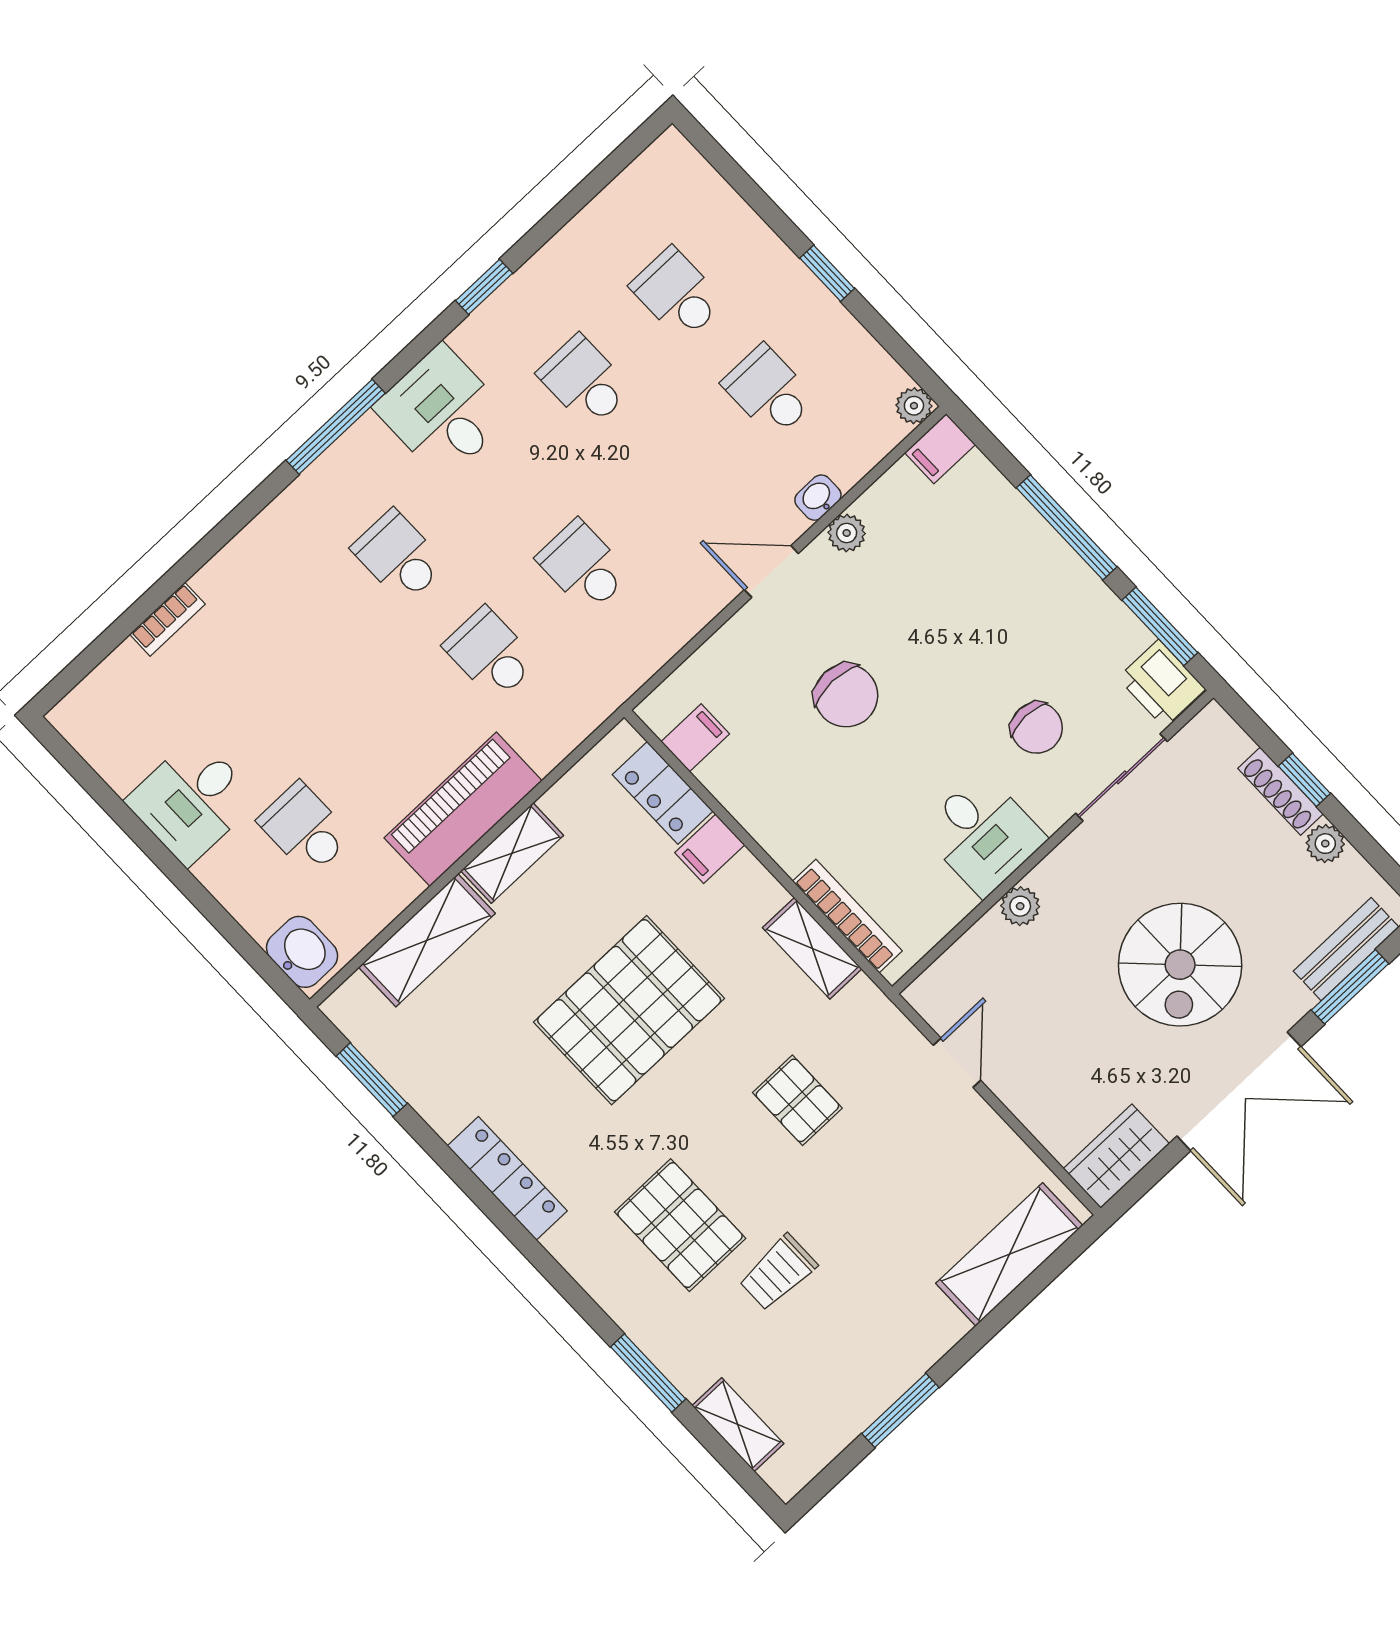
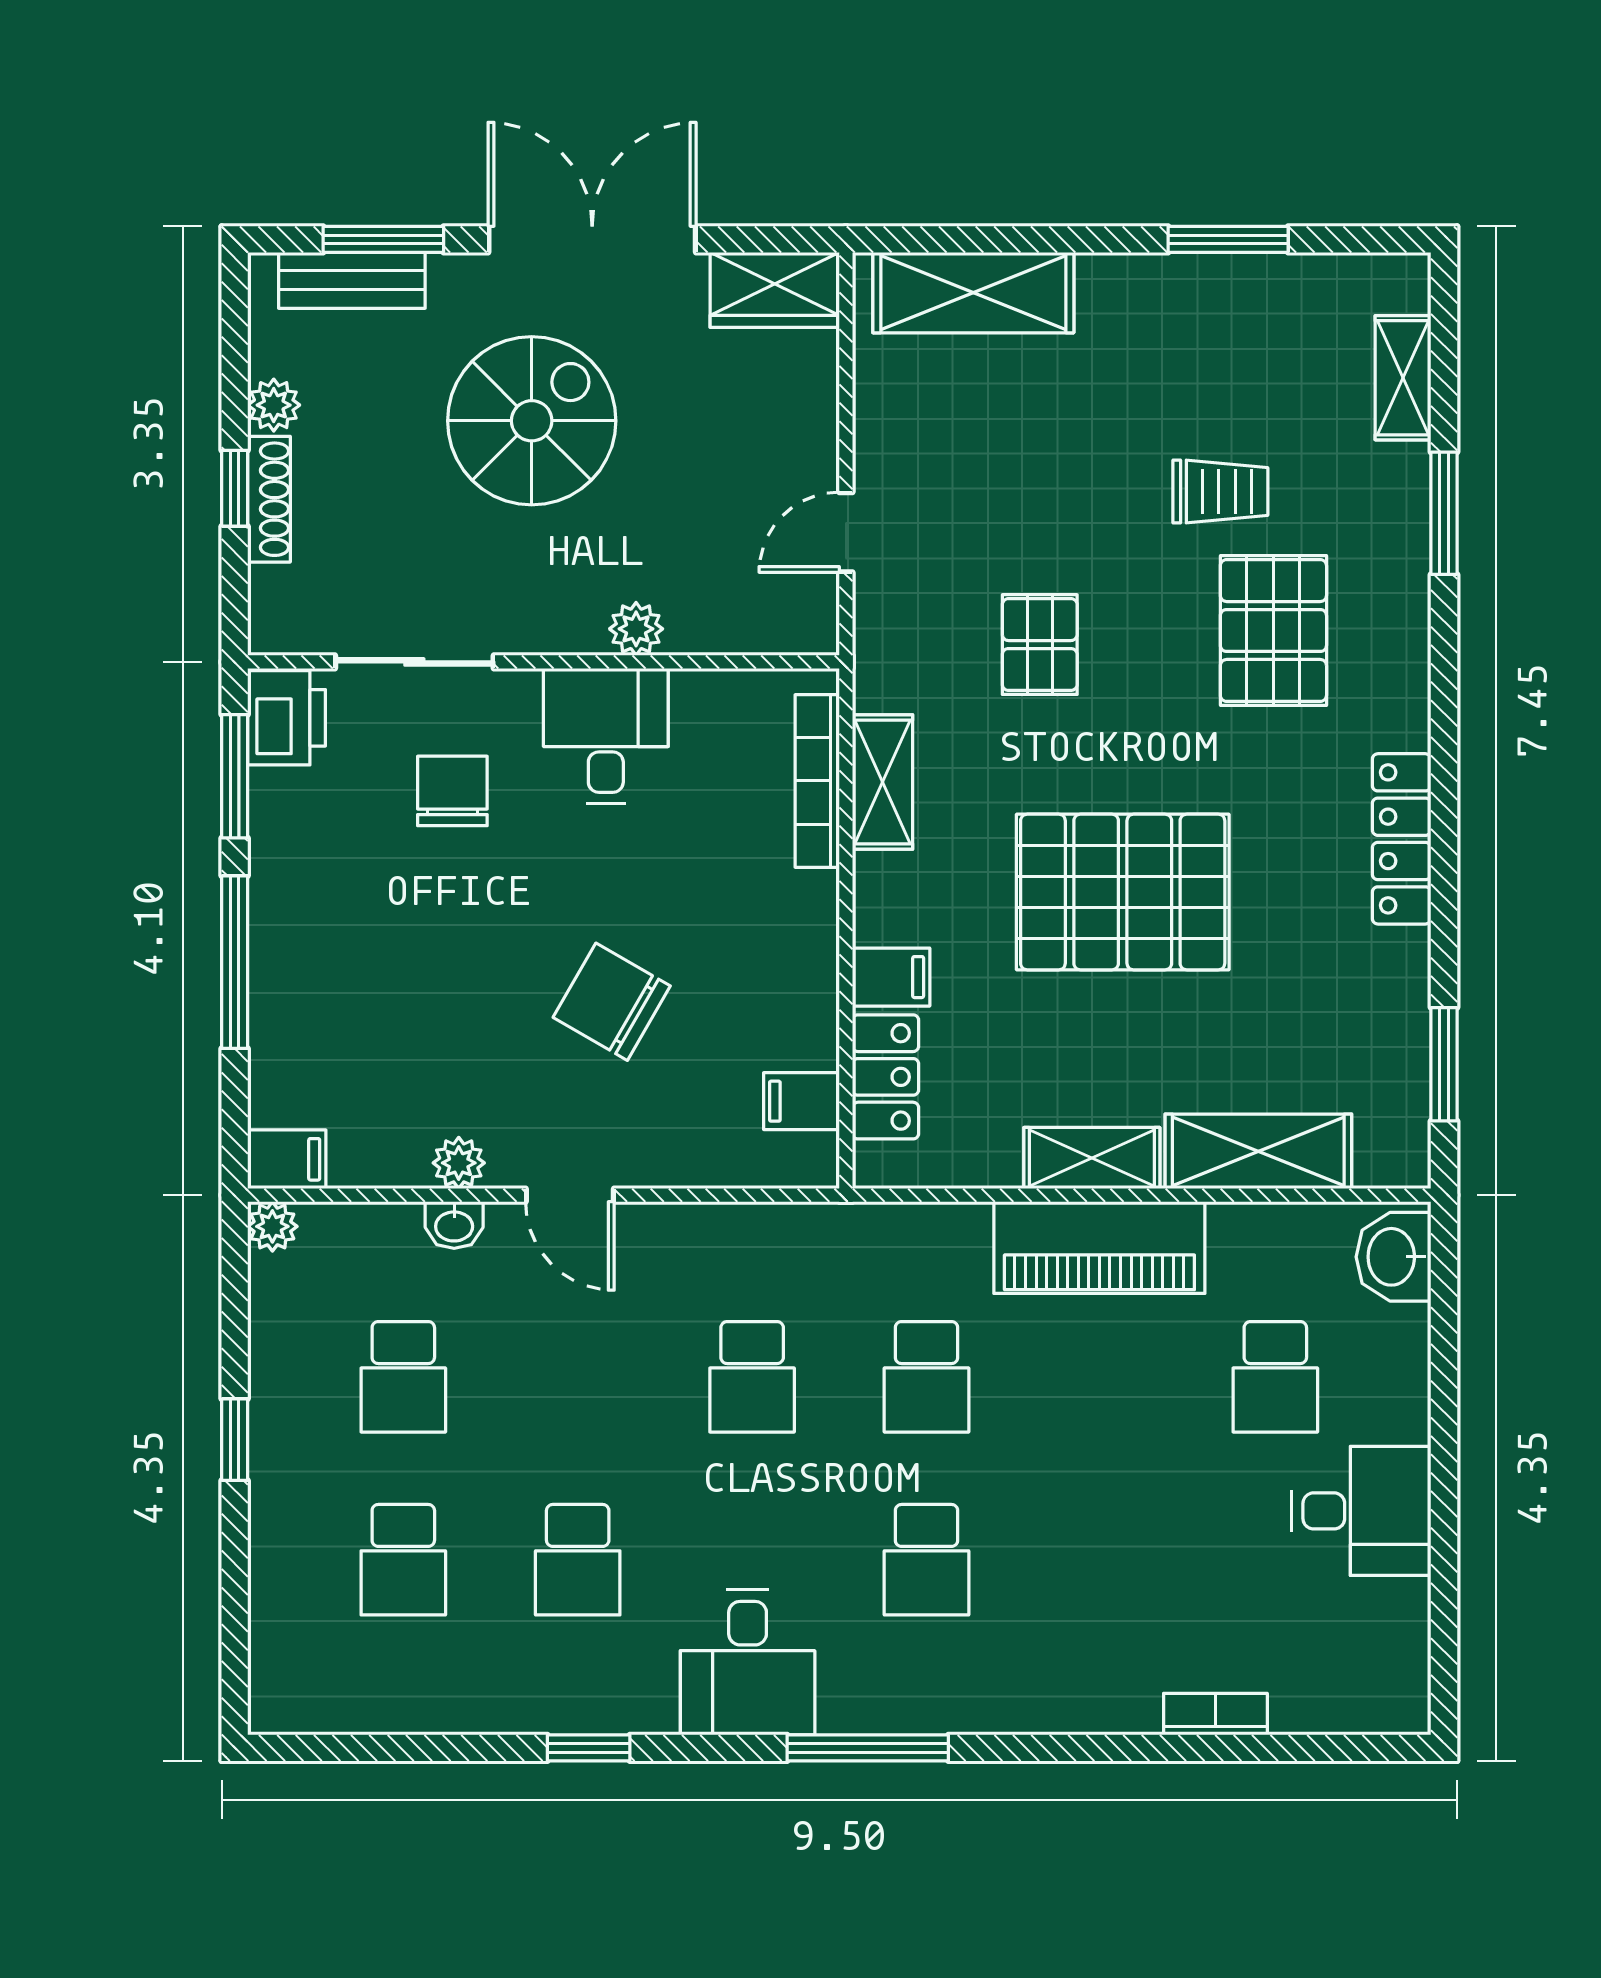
chair: (846, 696) -> (612, 1002), turned -60

